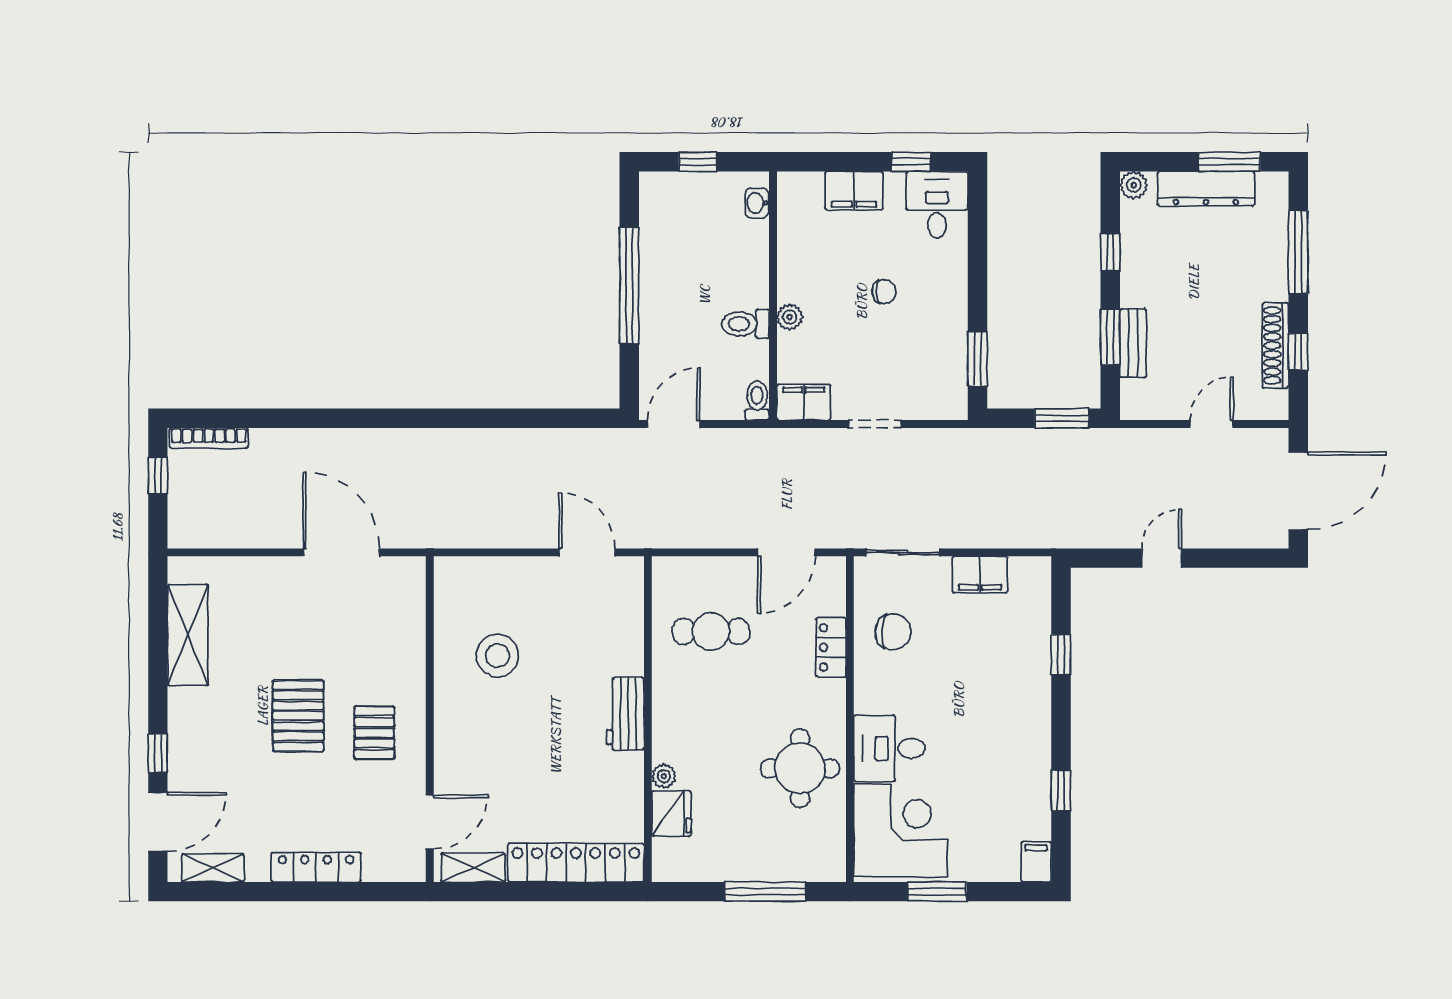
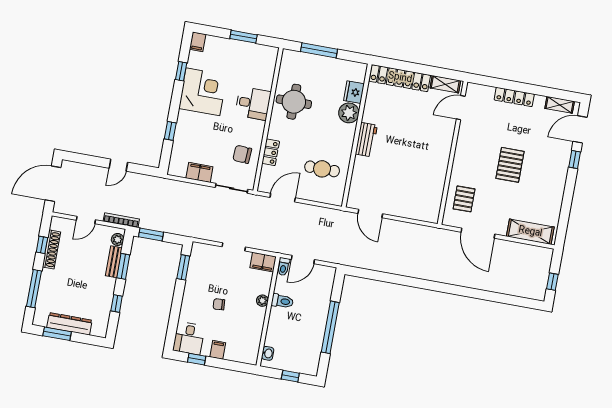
plant: (1134, 185) -> (118, 239), moved
filing cabinet: (854, 191) -> (218, 350), width x0.50
door: (674, 424) -> (303, 259), moved
bookcase: (209, 438) -> (121, 220), moved
shelving: (188, 635) -> (530, 232), moved, turned 90
stool: (497, 656) -> (418, 175), removed
pallet: (374, 733) -> (464, 199), moved
plant: (664, 776) -> (349, 113), width x1.88, depth x1.88
corner desk: (900, 830) -> (203, 92), moved, turned 180

